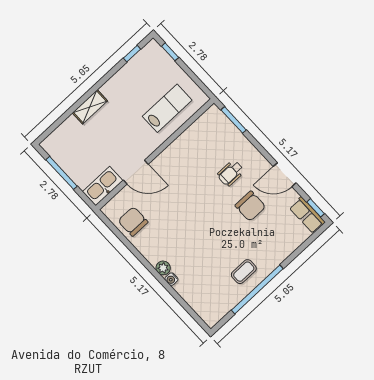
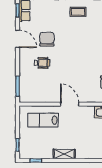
shelving: (90, 107) -> (64, 154), moved
door: (136, 172) -> (70, 104), moved

